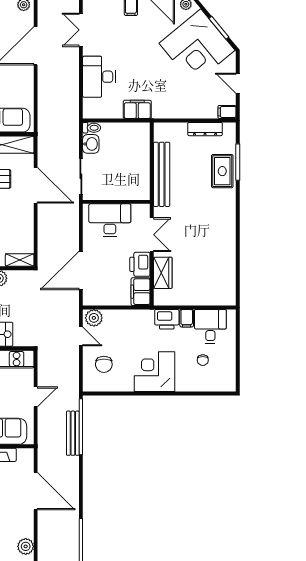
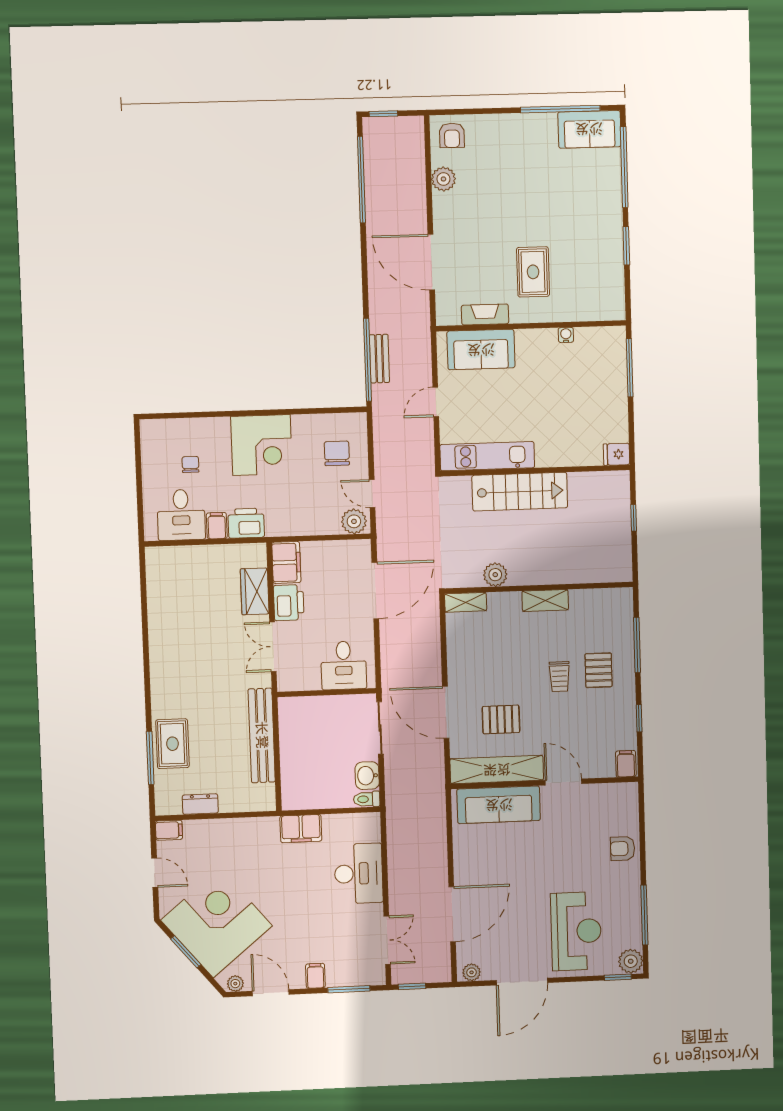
dresser: (205, 129) -> (200, 804), width x0.70
desk: (110, 220) -> (344, 665), width x0.73
bench: (73, 433) -> (379, 359), width x0.73

